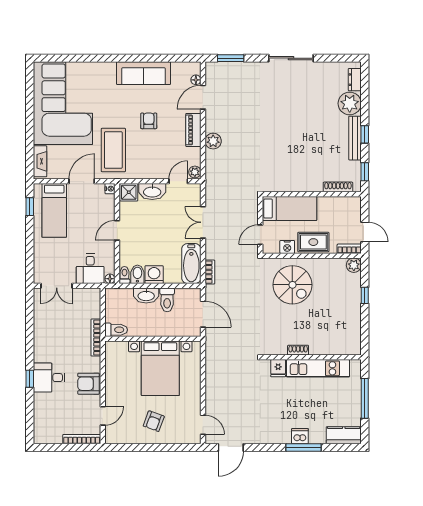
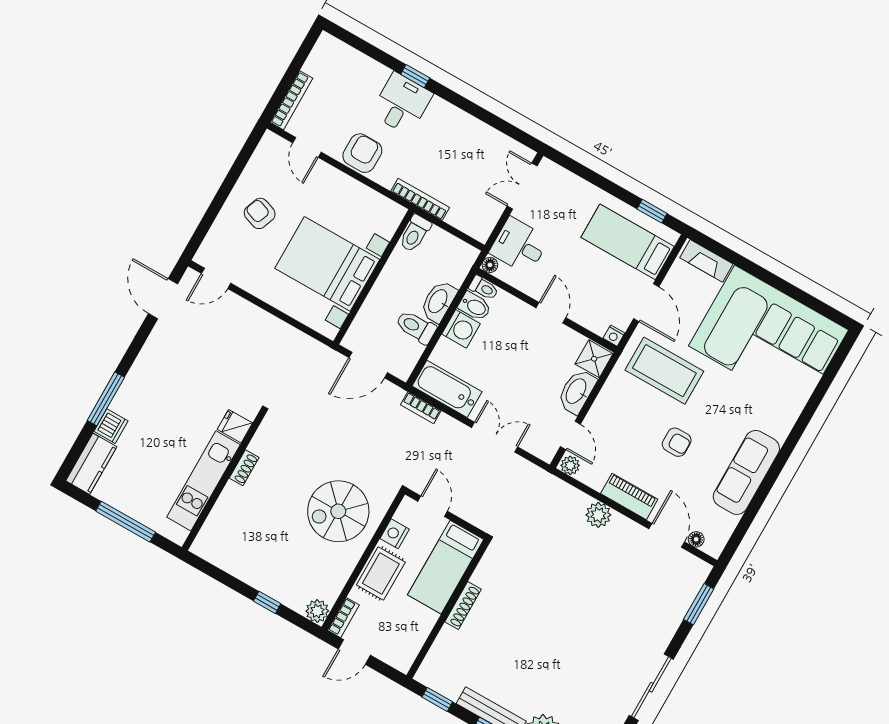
shoe rack: (338, 187) -> (463, 606), moved
dishwasher: (300, 436) -> (111, 426), moved

